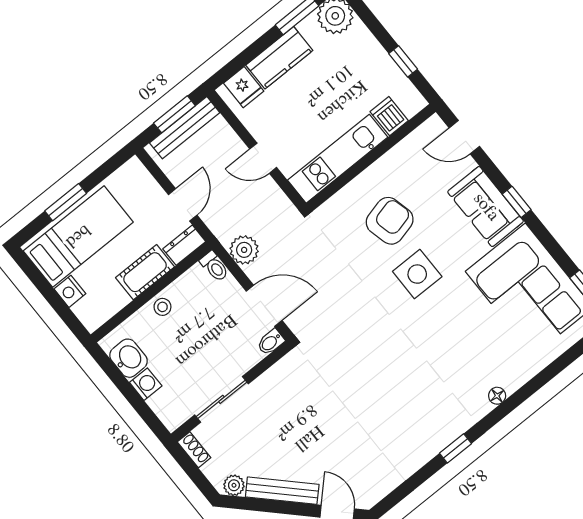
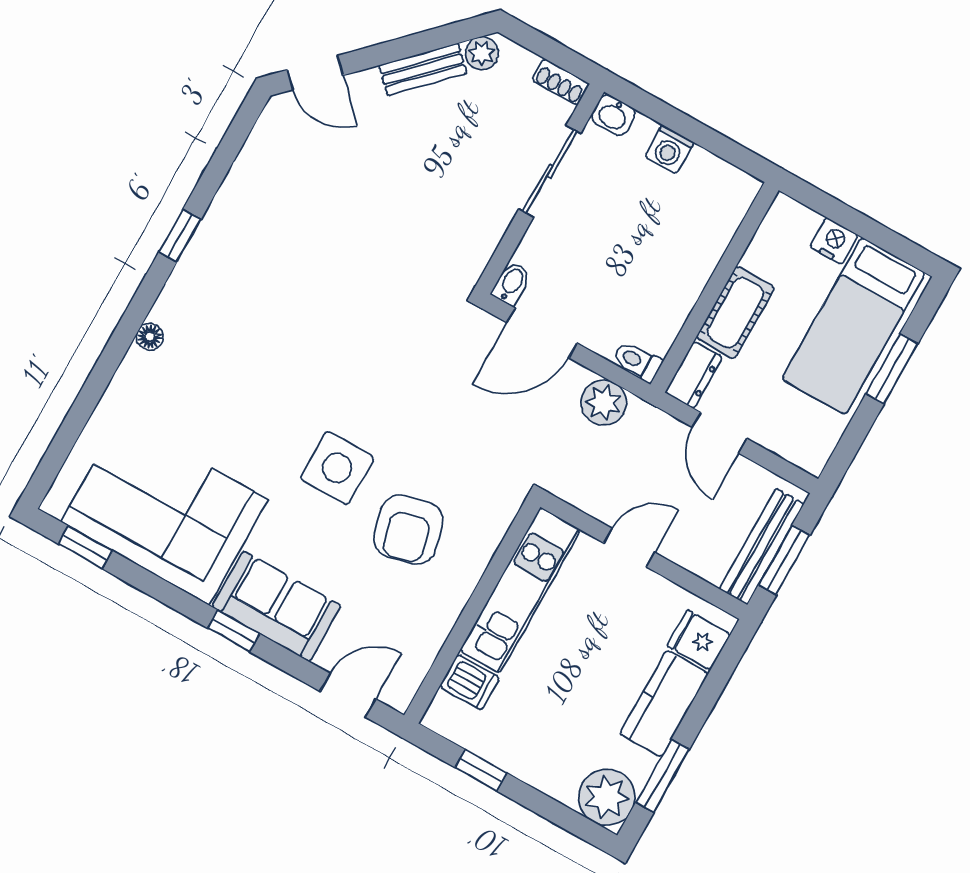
stool: (162, 307) -> (690, 272), removed
washbasin: (129, 358) -> (613, 115), moved, width x0.72, depth x0.69
bench: (282, 491) -> (423, 69), width x0.73

